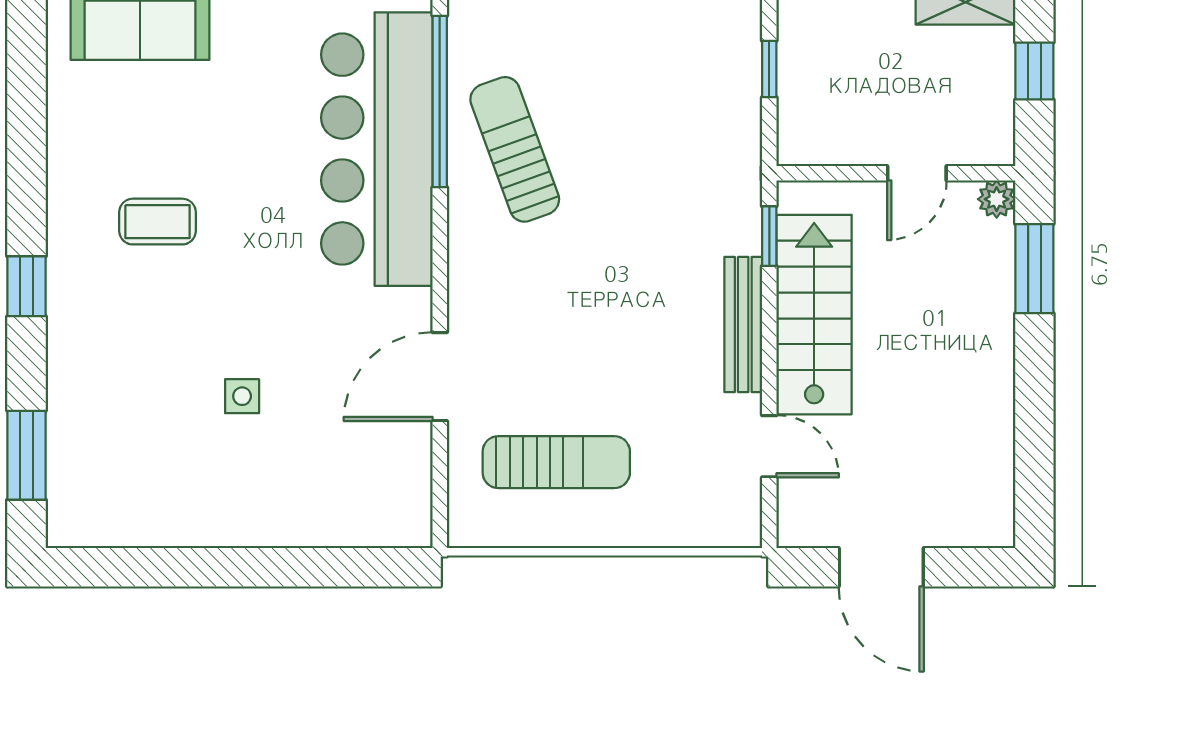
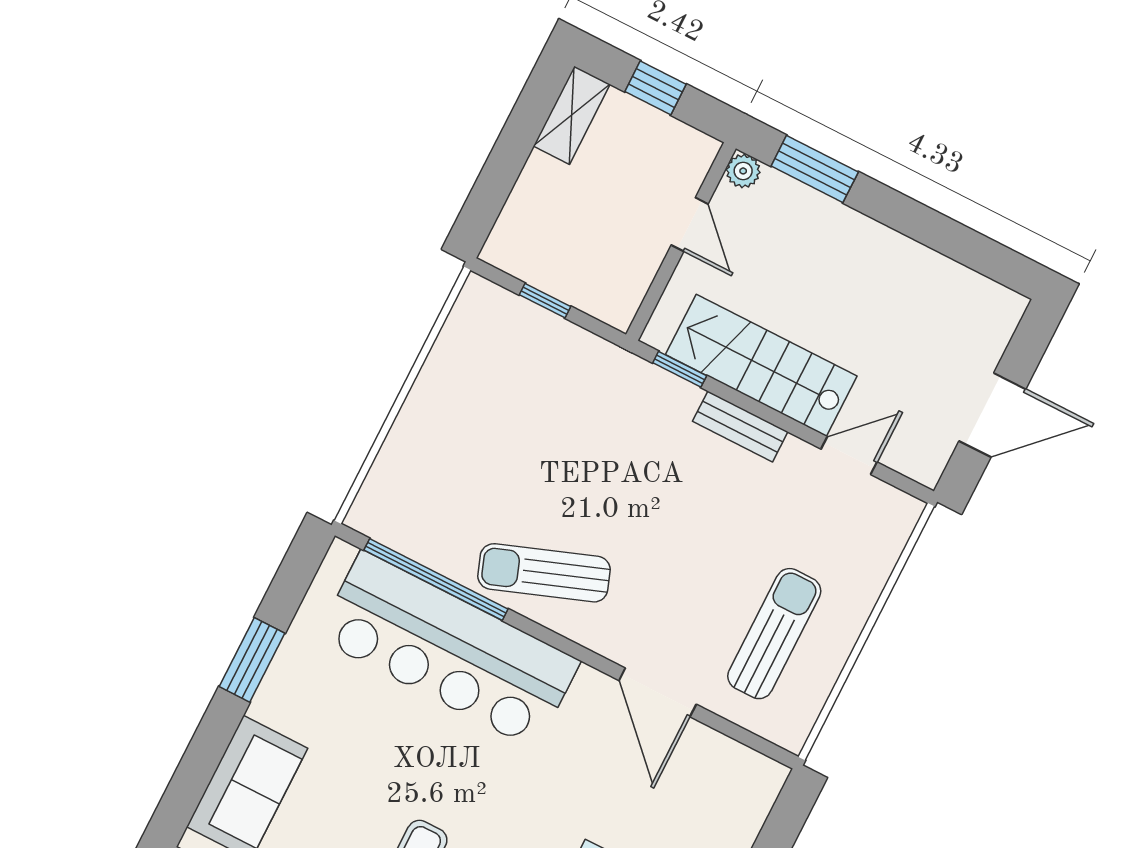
sun lounger: (515, 149) -> (544, 573), moved
bench: (743, 325) -> (740, 427), width x0.73

